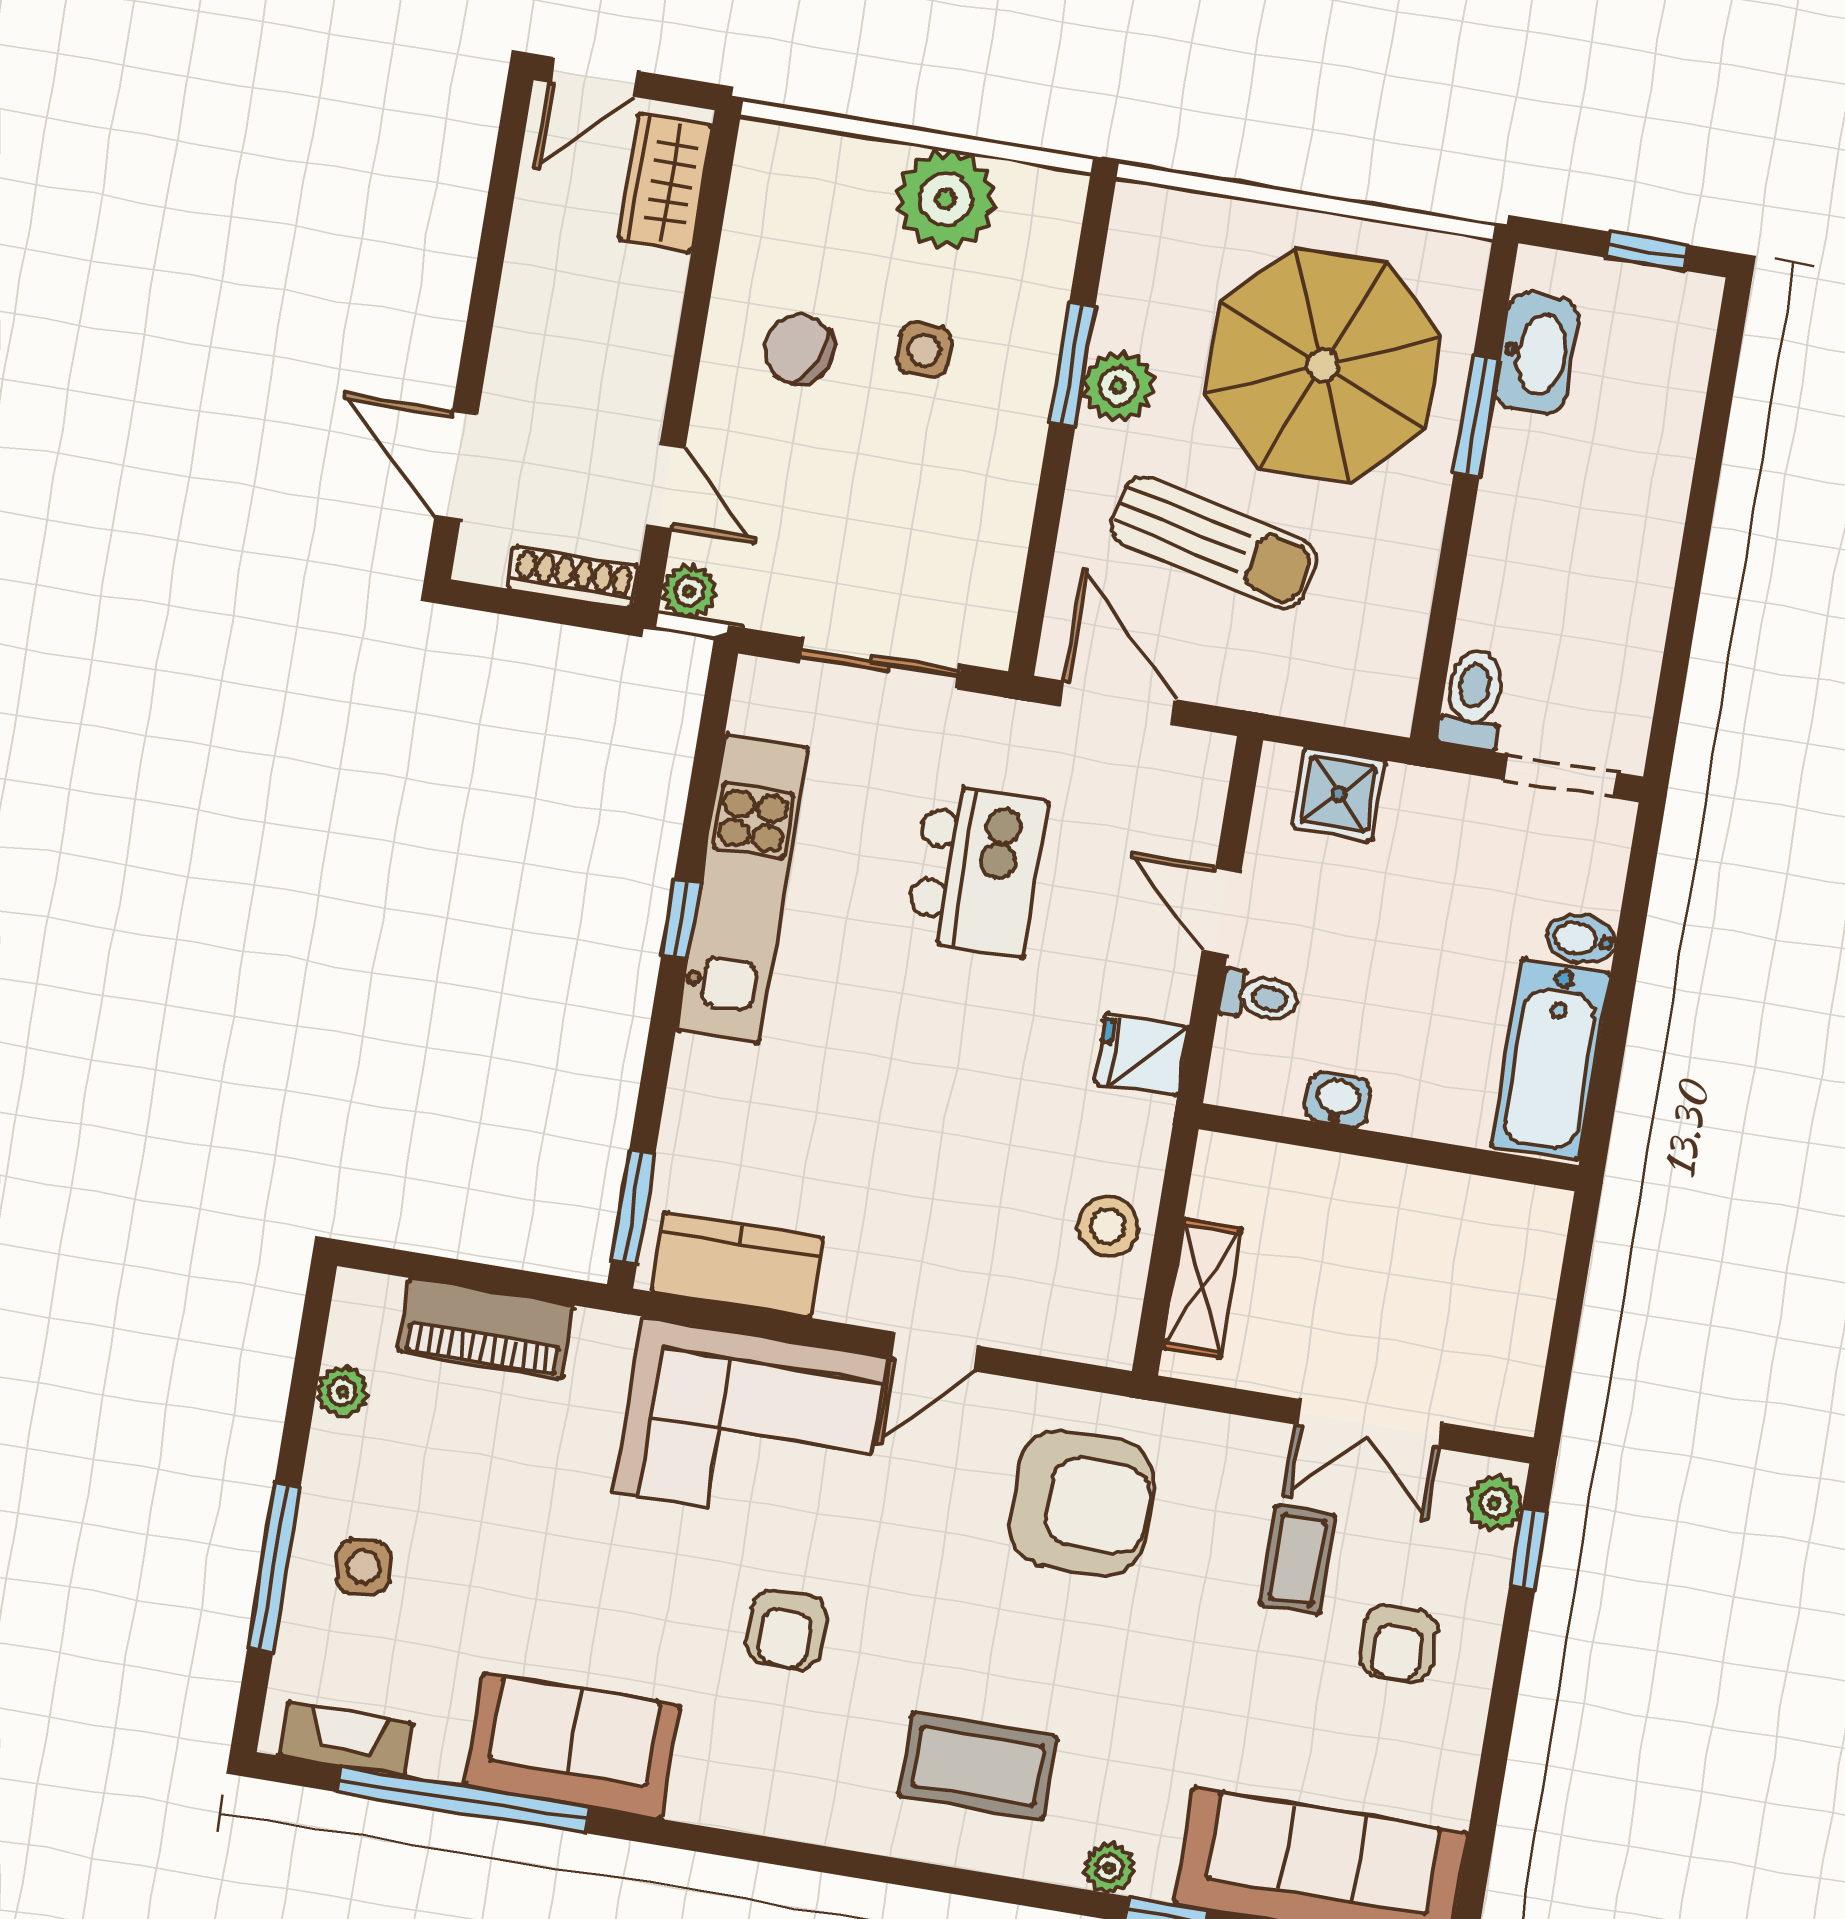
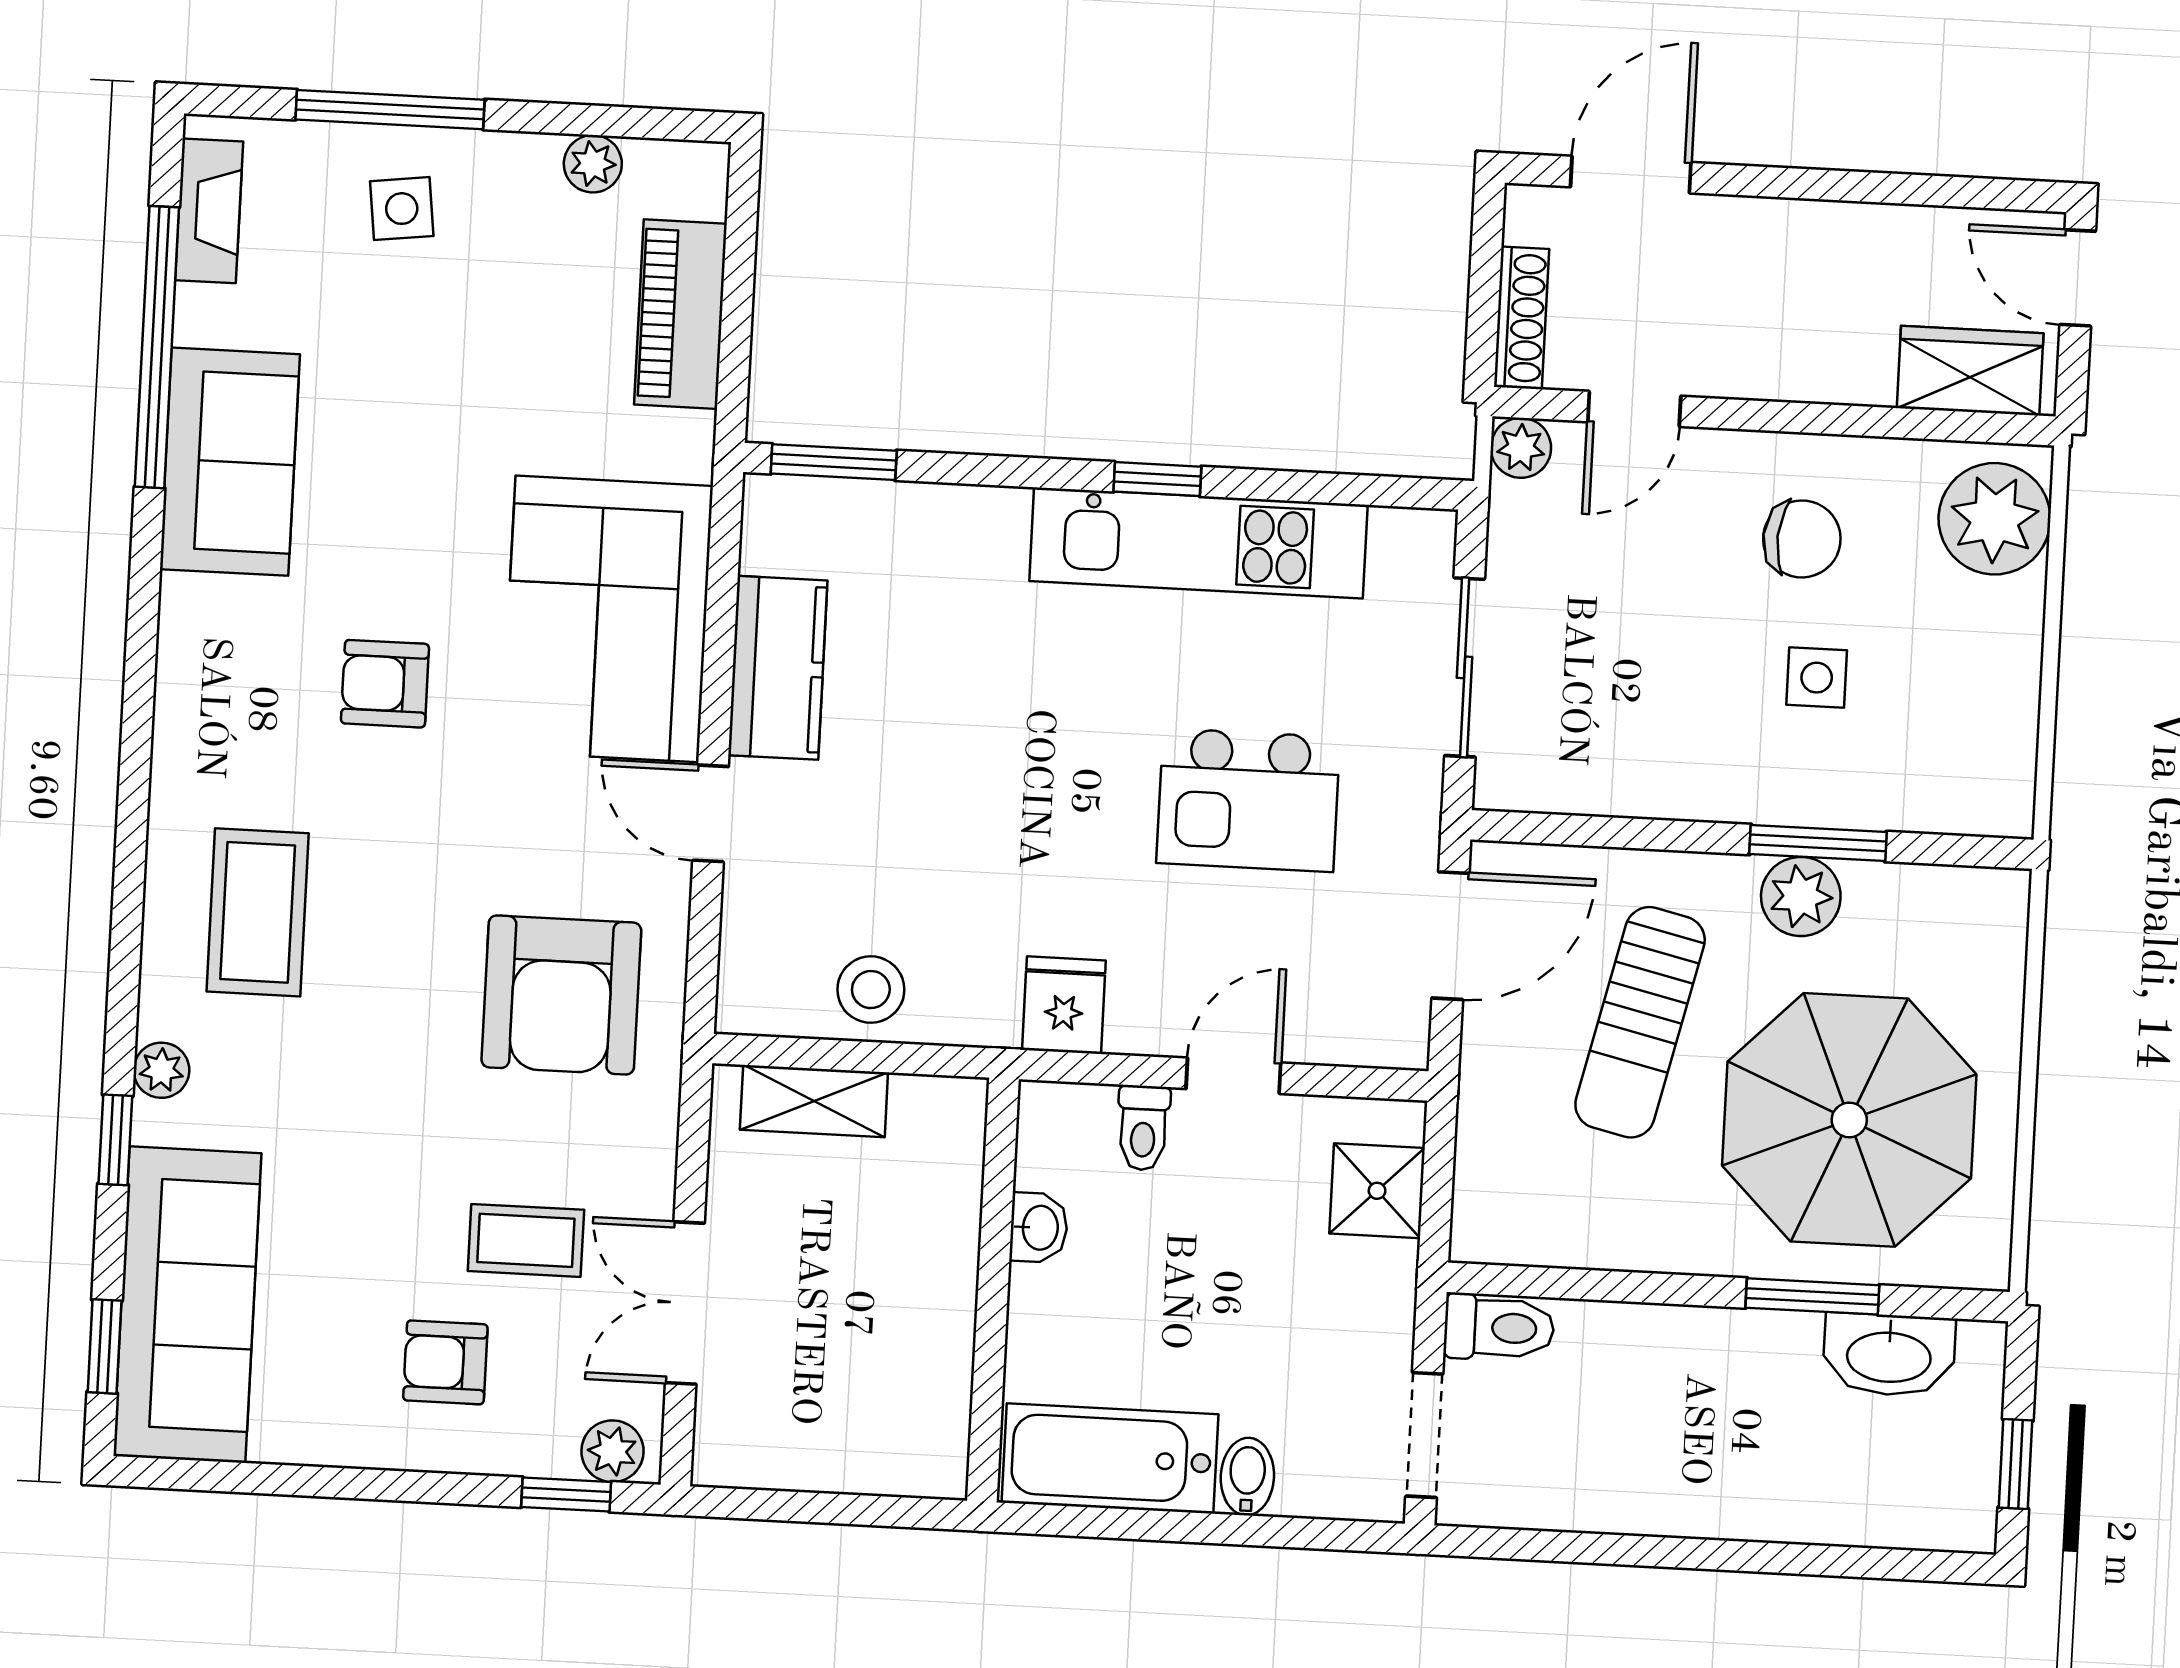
plant: (946, 199) -> (1994, 519), moved
chair: (799, 349) -> (1802, 539), turned 70
kitchen counter: (737, 1265) -> (778, 668), moved

